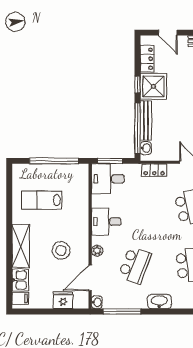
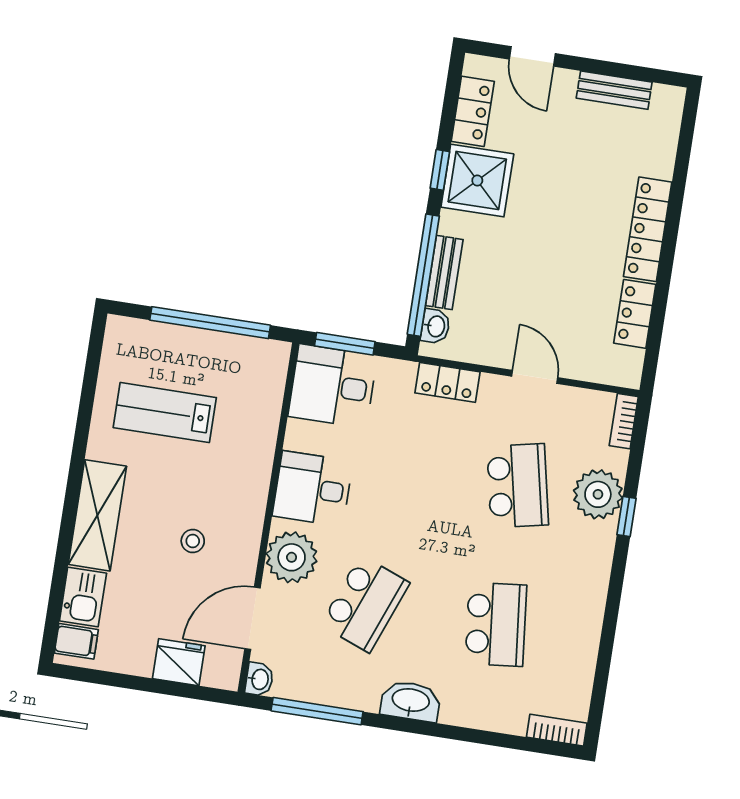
bench: (146, 120) -> (444, 273), width x0.73
stool: (61, 250) -> (193, 541), width x0.53, depth x0.53
plant: (97, 251) -> (292, 557), width x1.88, depth x1.88

